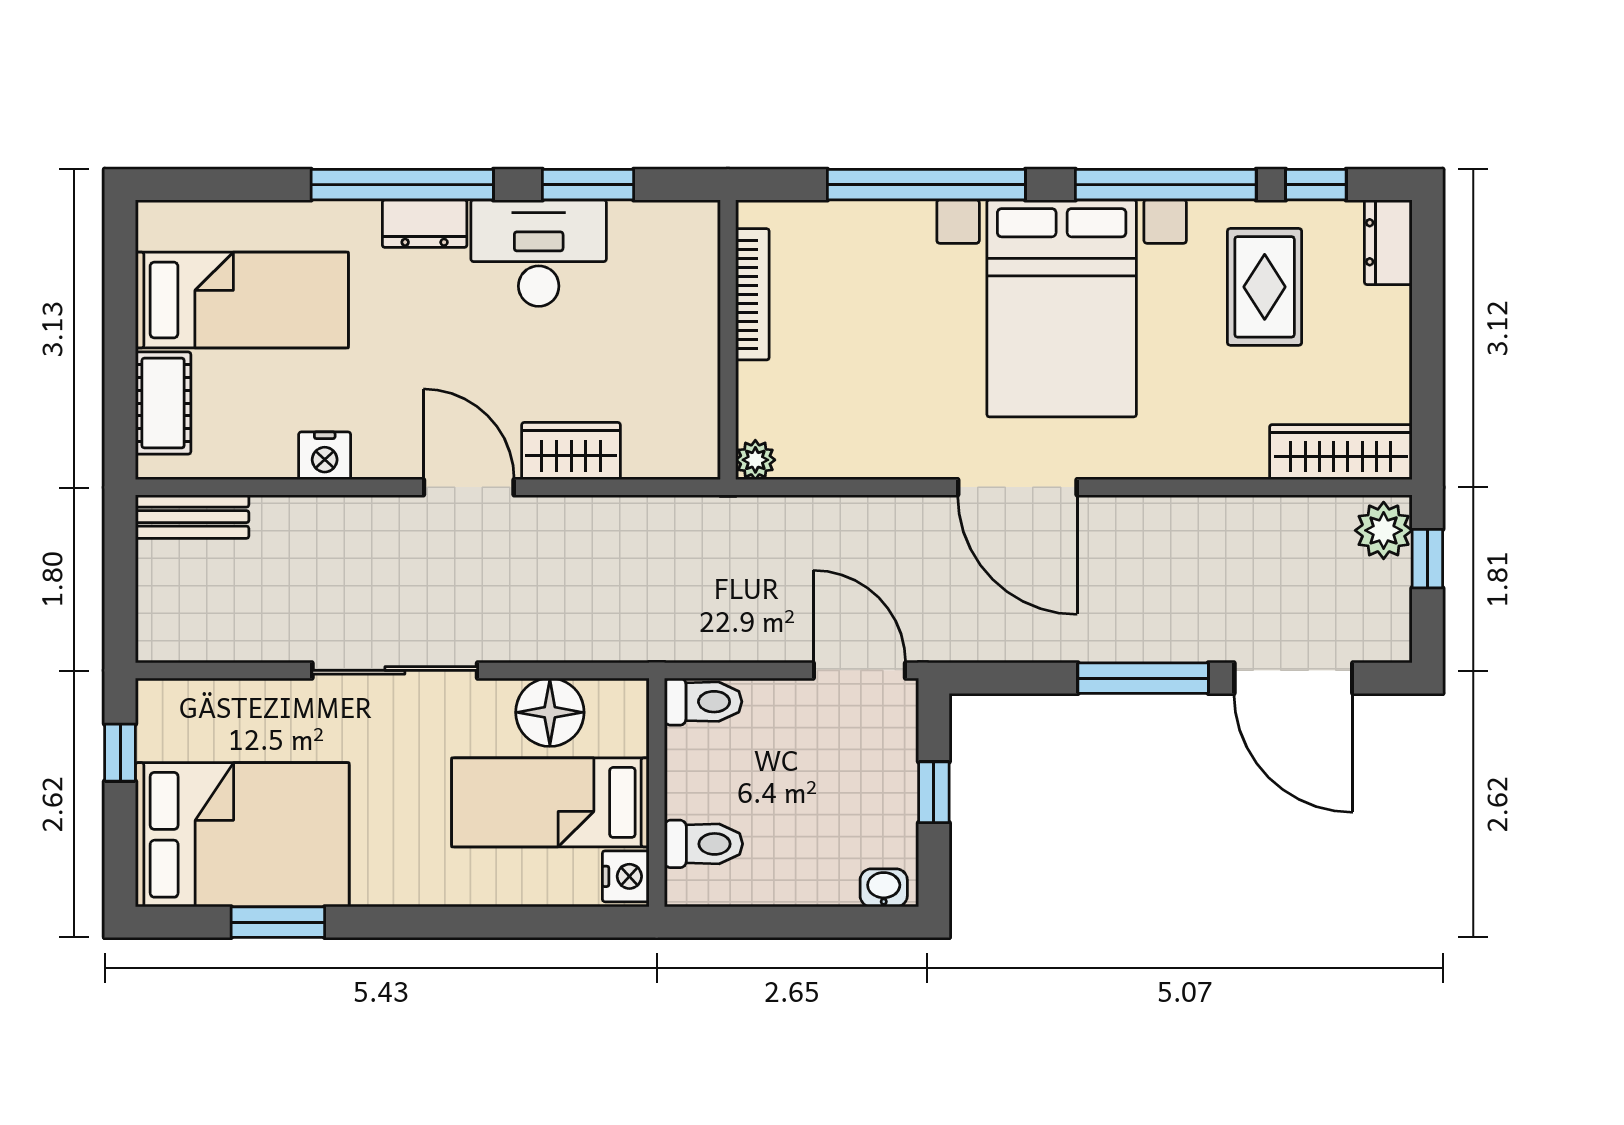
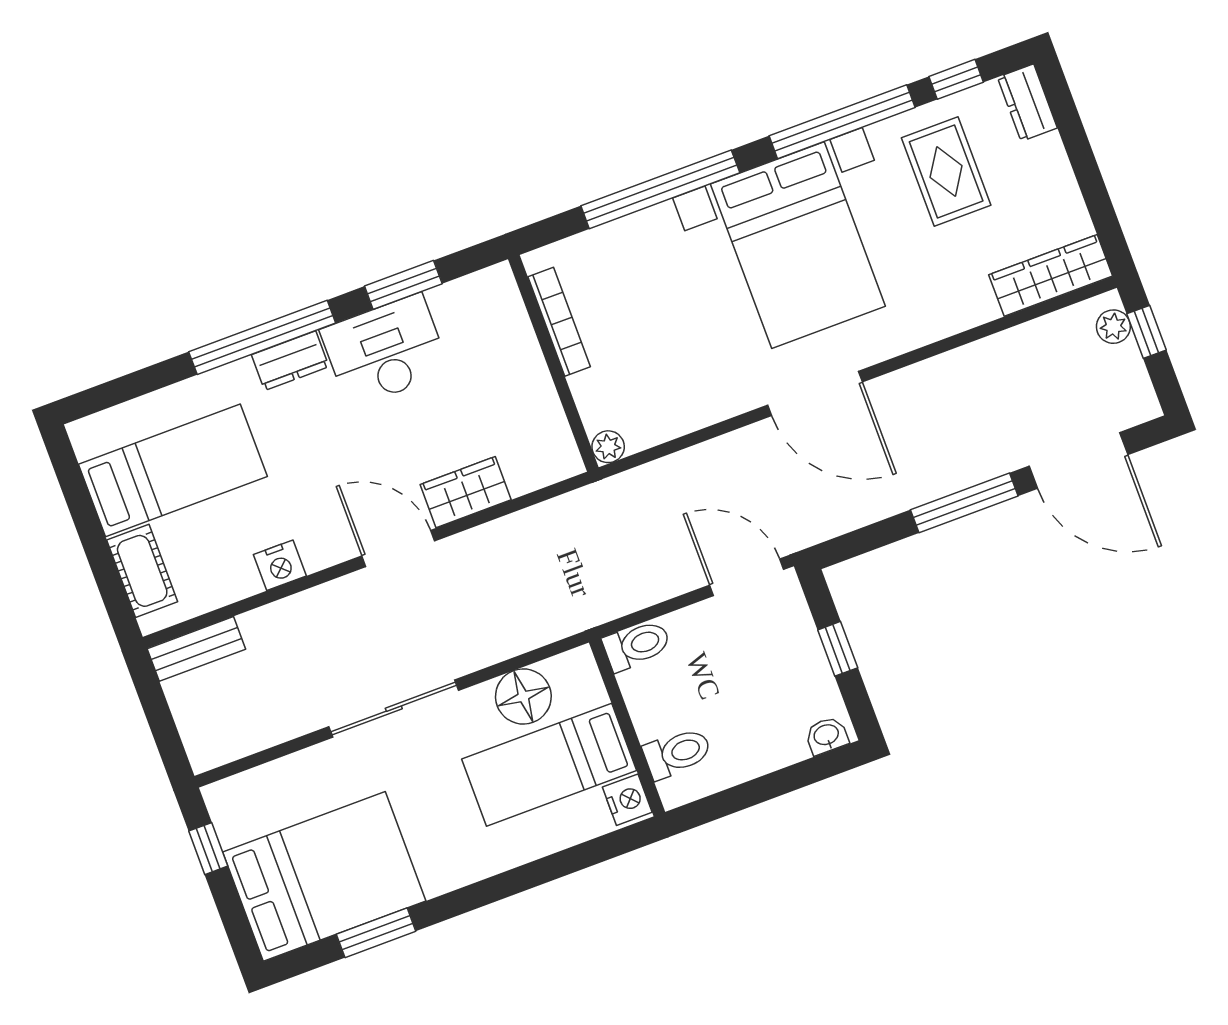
plant: (1384, 530) -> (1113, 327), width x0.73, depth x0.73

